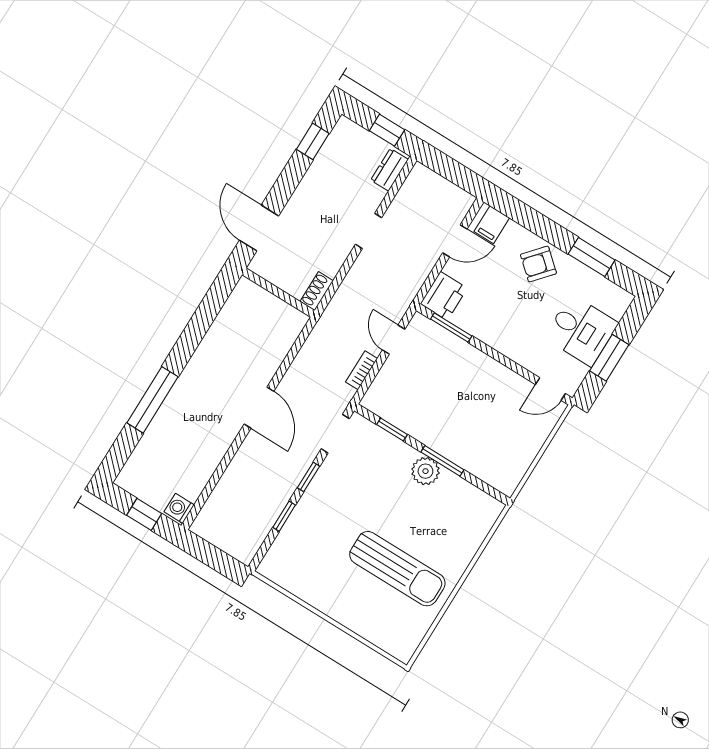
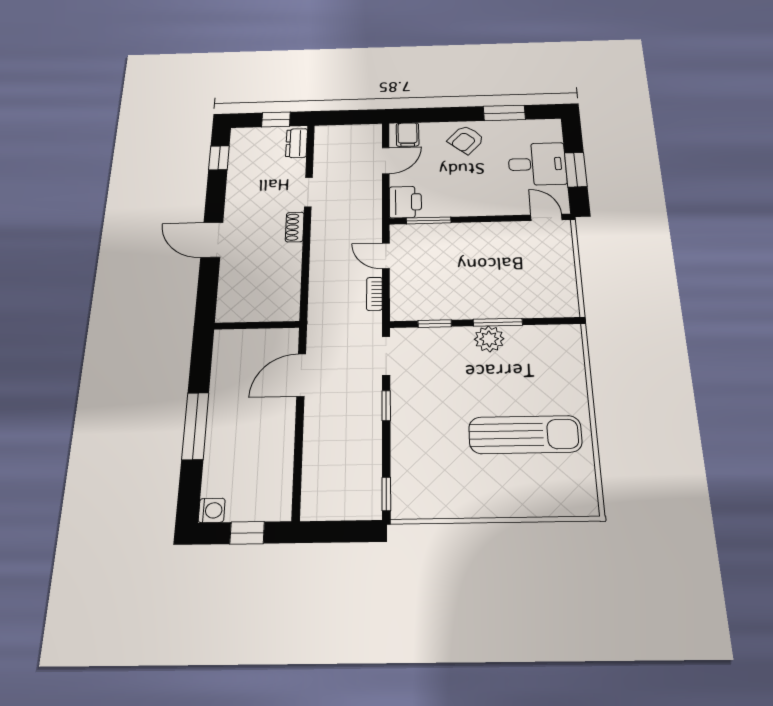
shoe rack: (317, 291) -> (295, 227), moved
wall: (278, 293) -> (257, 325), moved
door: (550, 389) -> (546, 217), swing flipped
door: (259, 408) -> (301, 375), swing flipped
washing machine: (179, 508) -> (212, 510), moved, turned 180
window: (284, 516) -> (386, 494), moved

